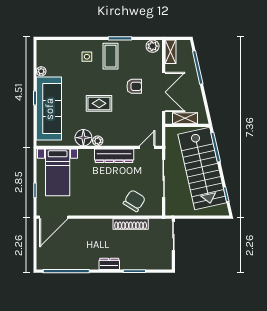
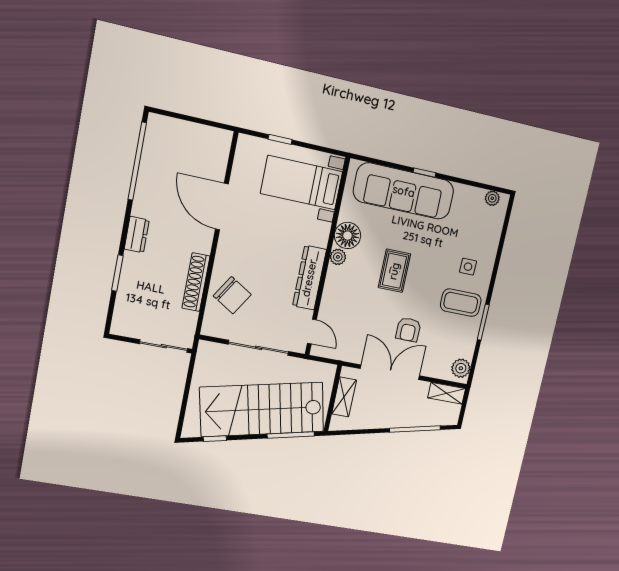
plant: (41, 71) -> (492, 198), moved
double door: (164, 92) -> (390, 372), swing flipped
door: (54, 217) -> (222, 207), moved

